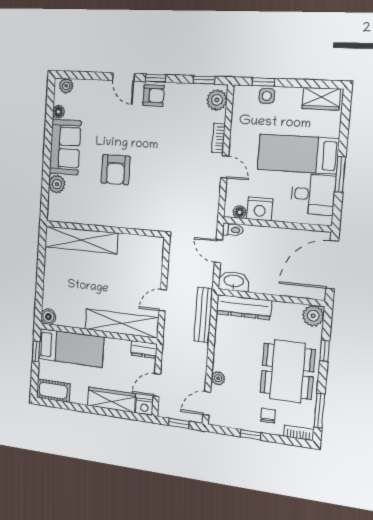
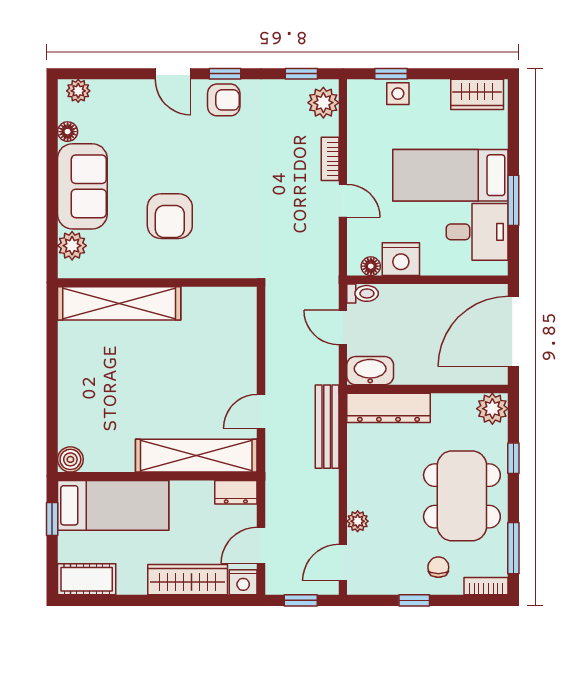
wall: (104, 229) -> (157, 282), moved
shelving: (81, 240) -> (119, 303), moved

